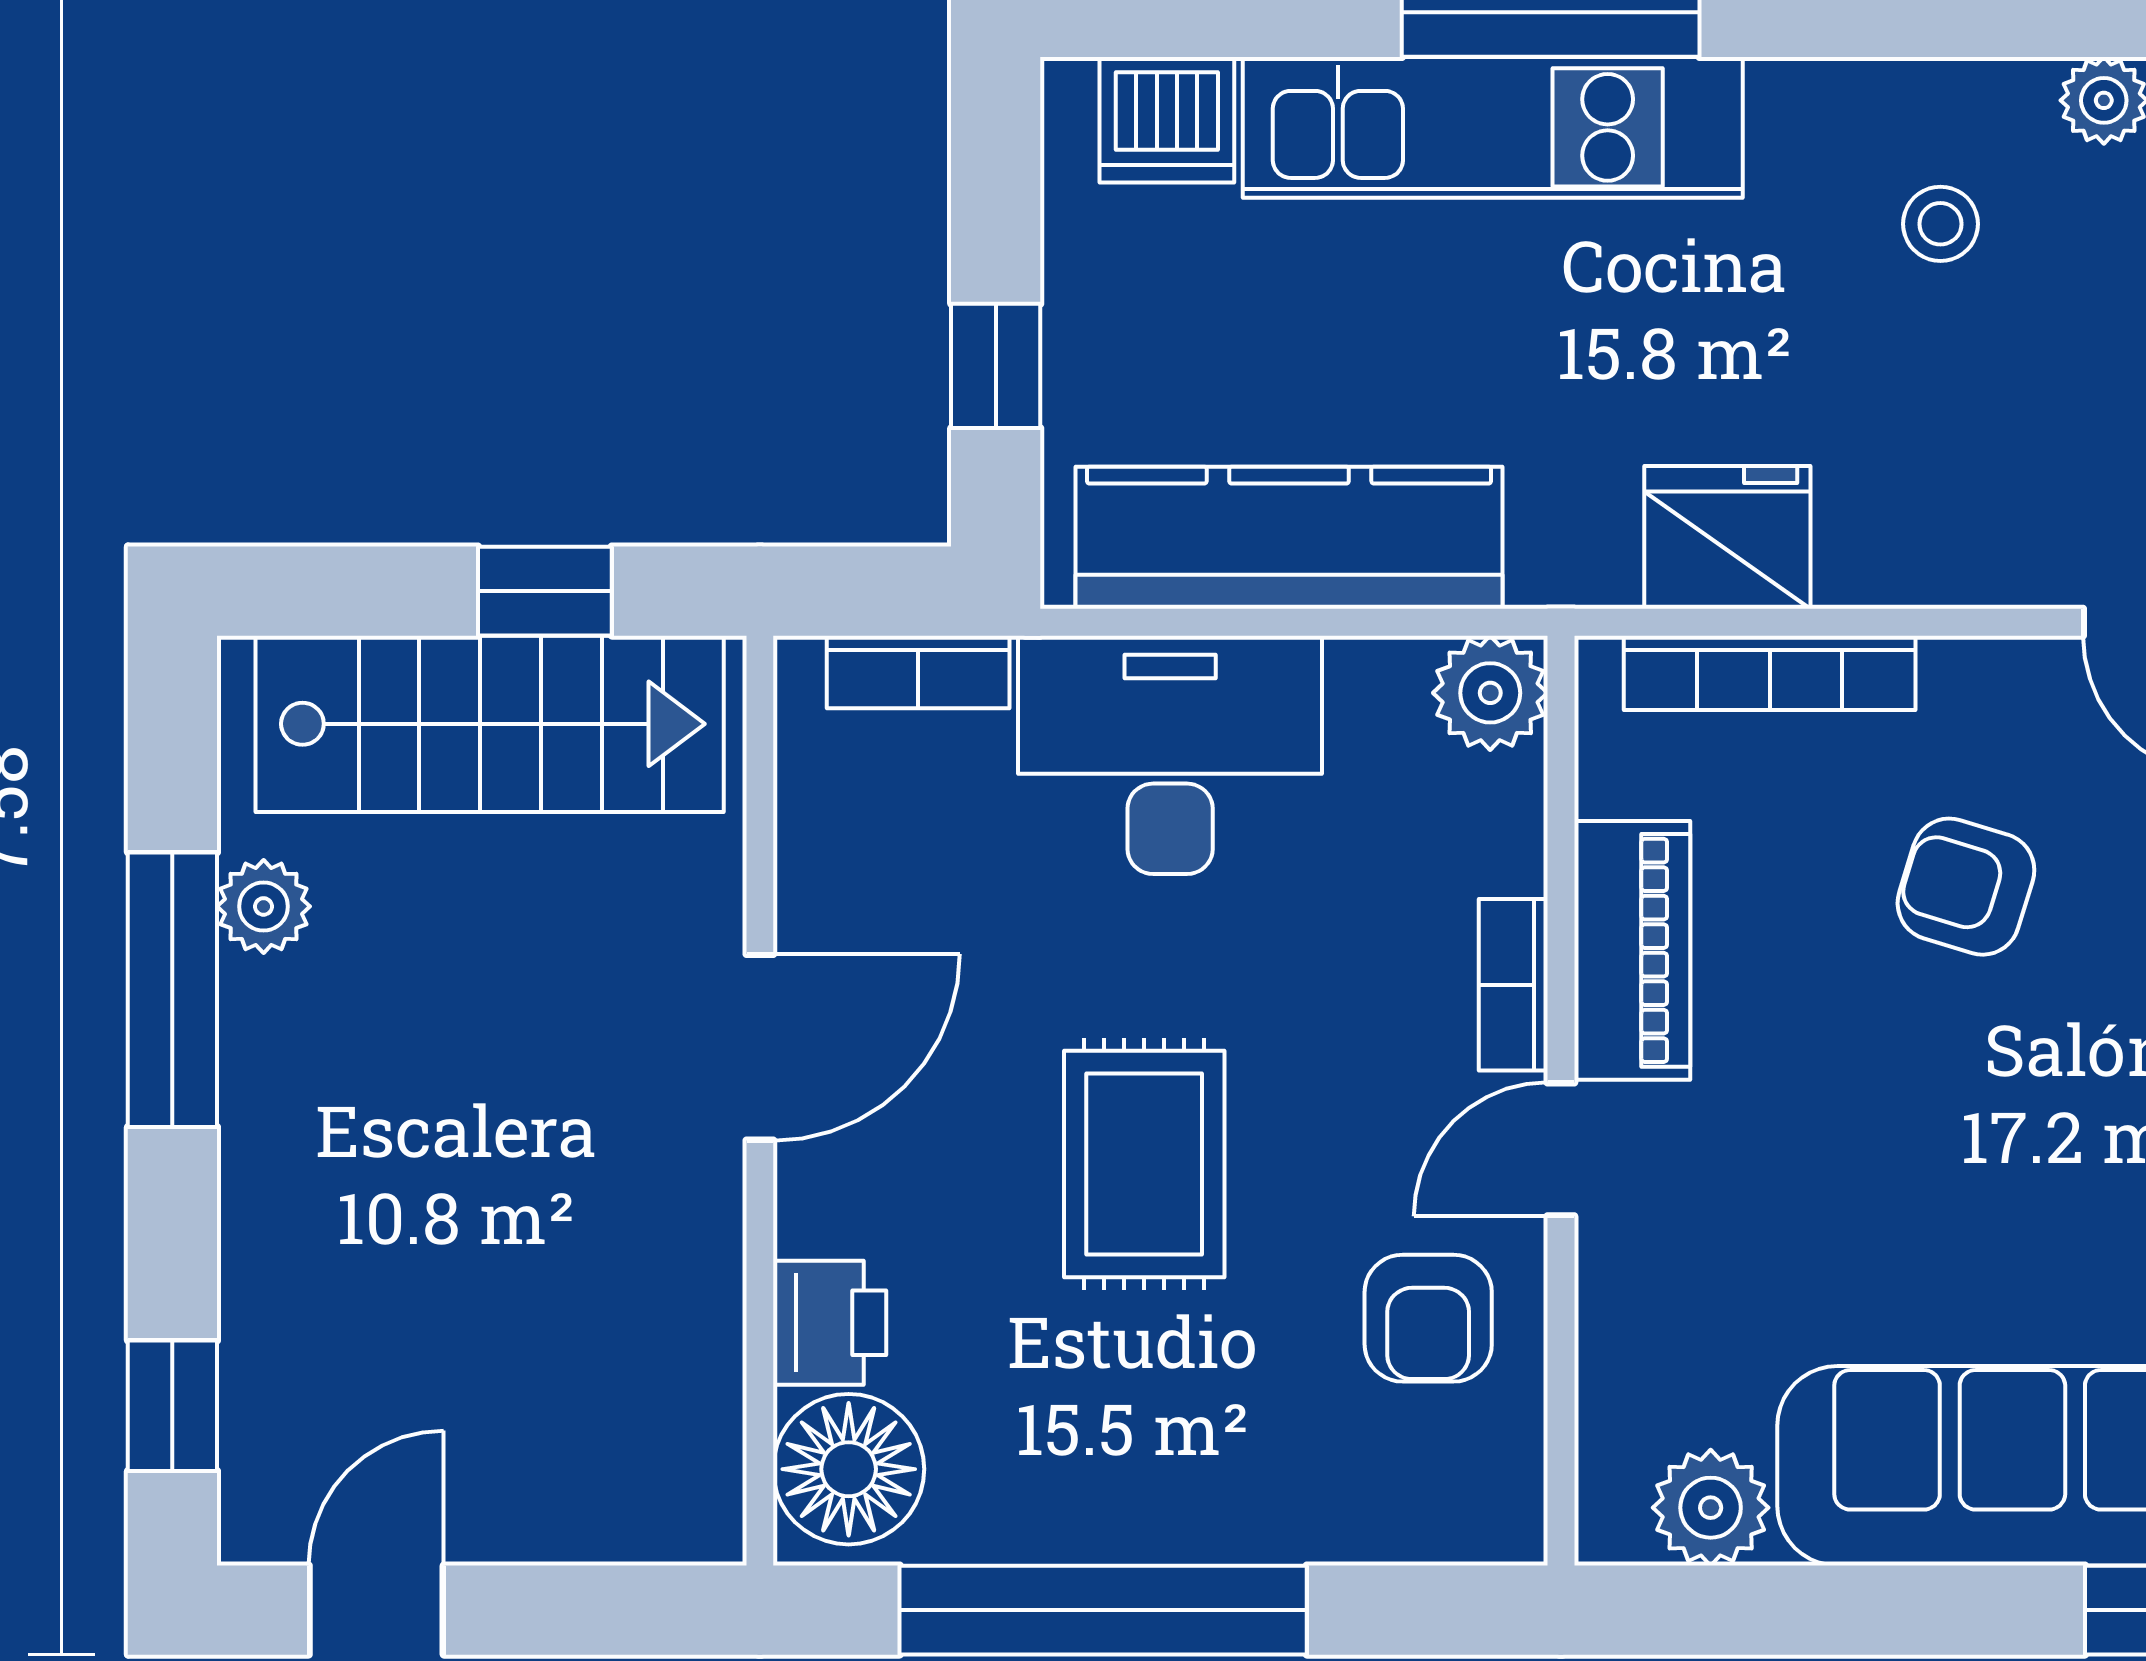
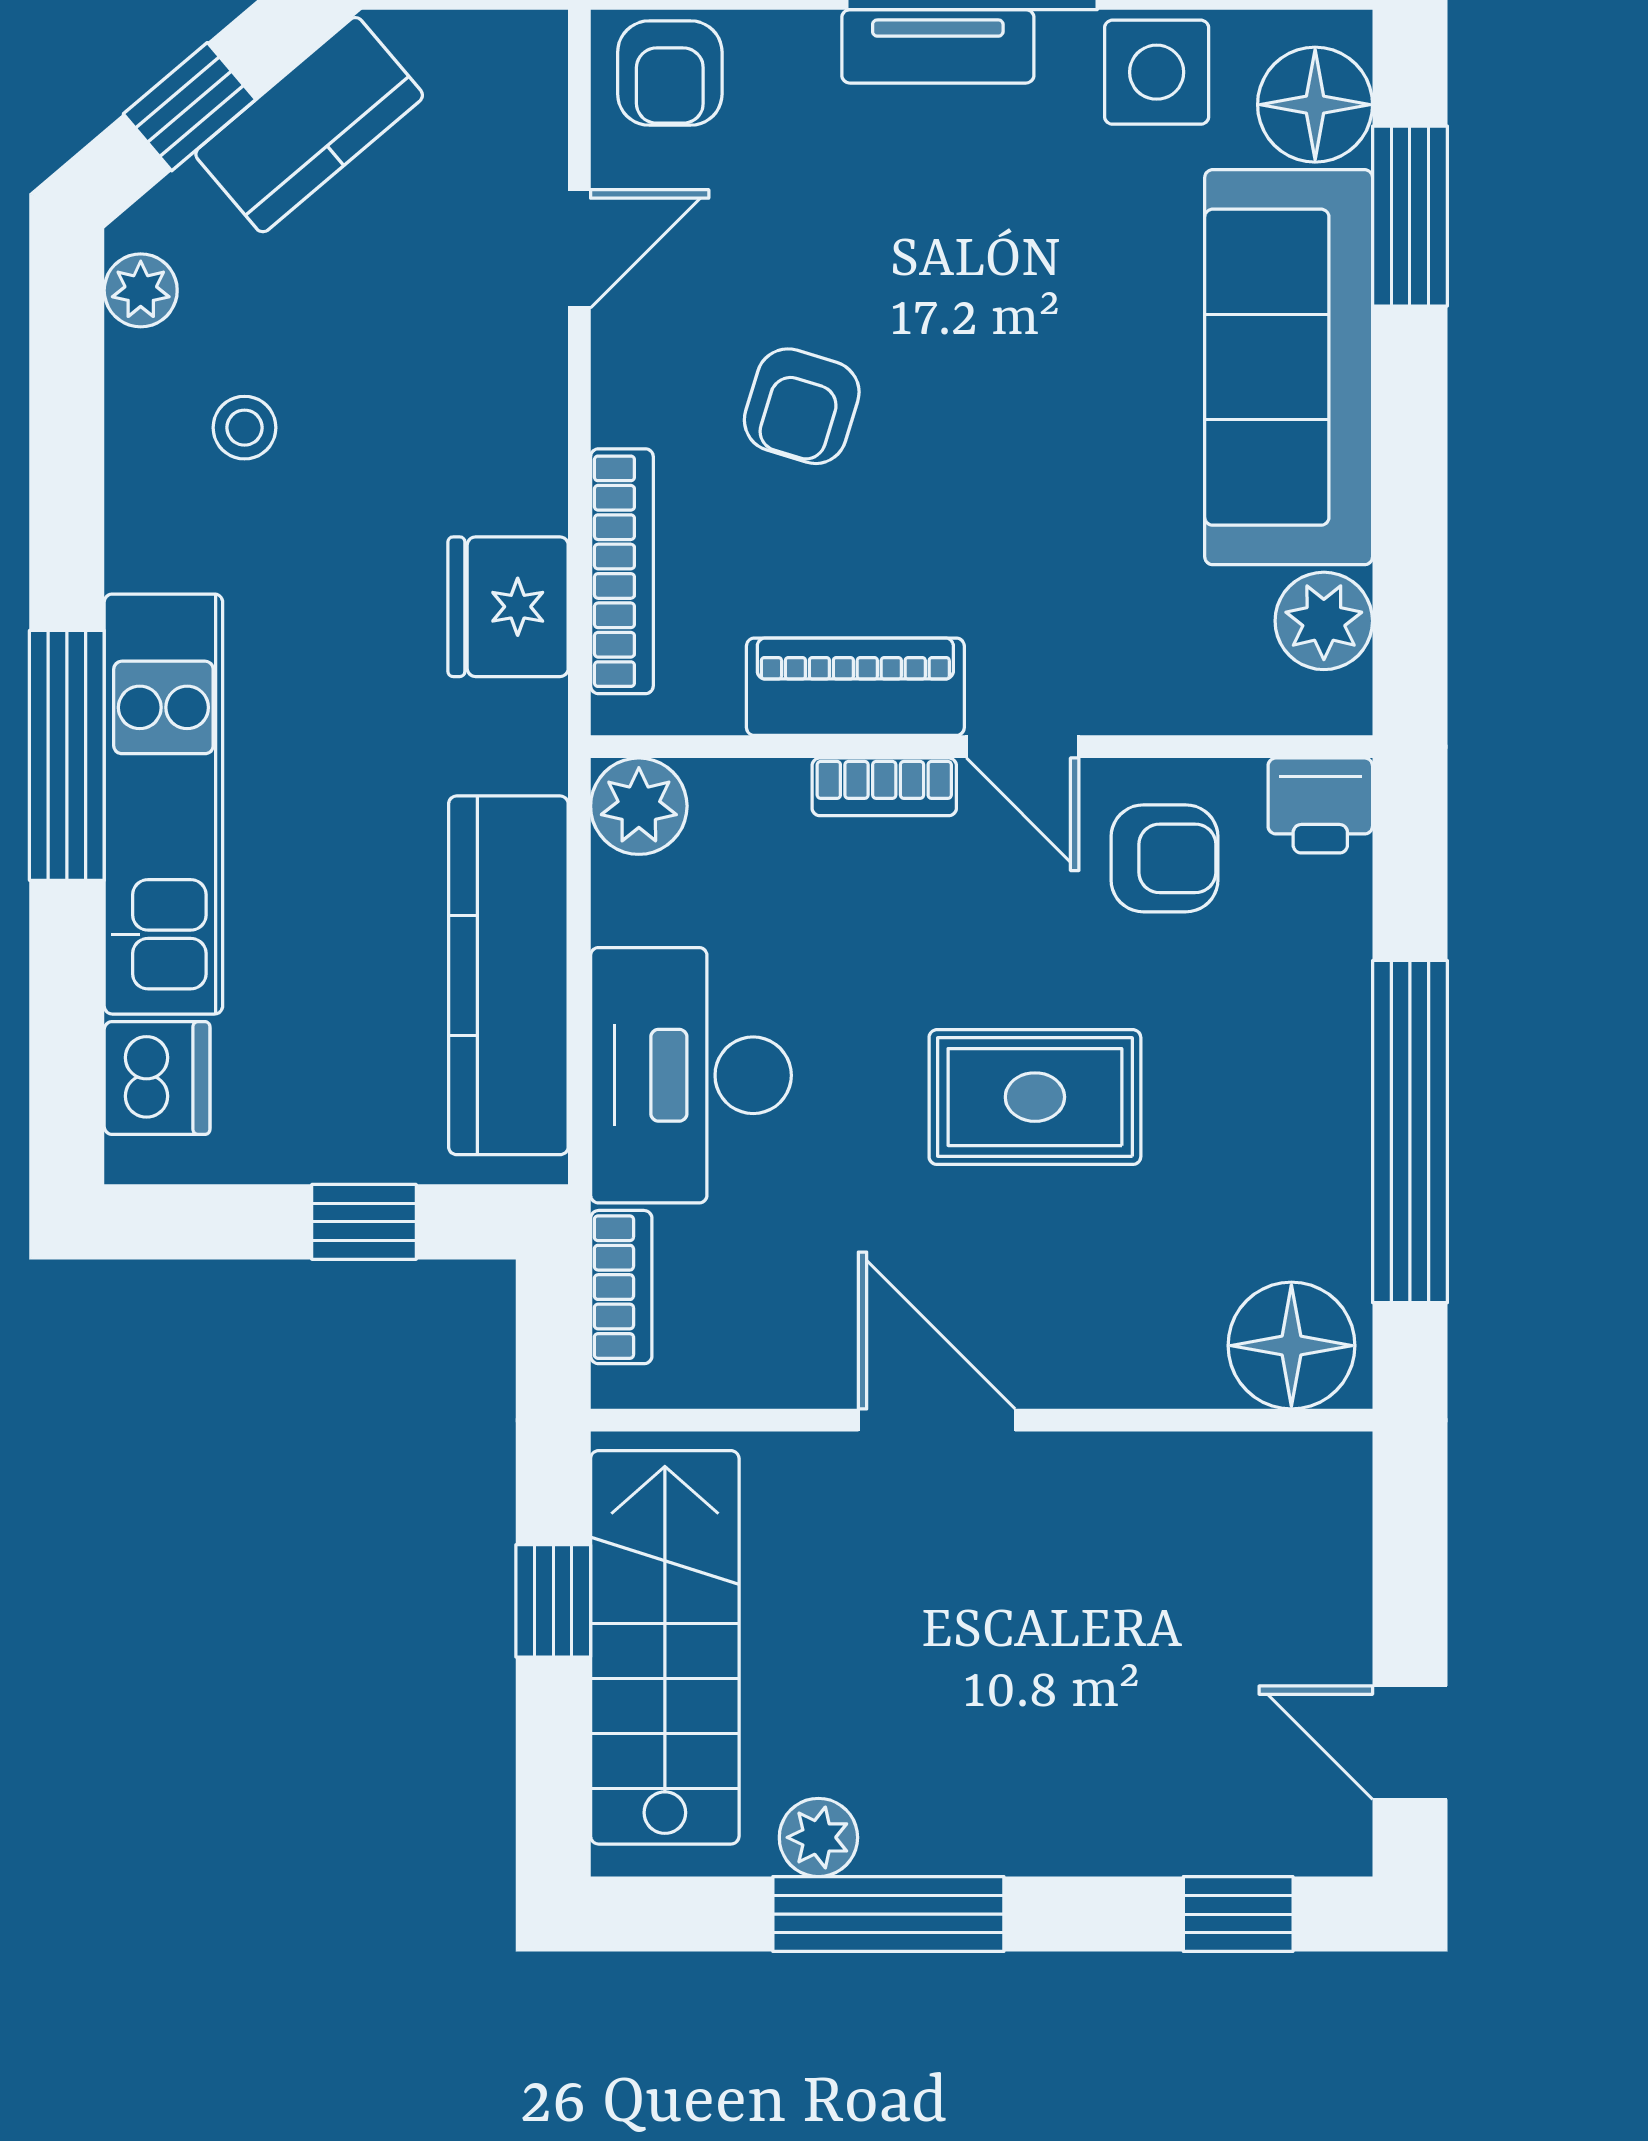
printer: (830, 1323) -> (1320, 805), moved, turned 180

